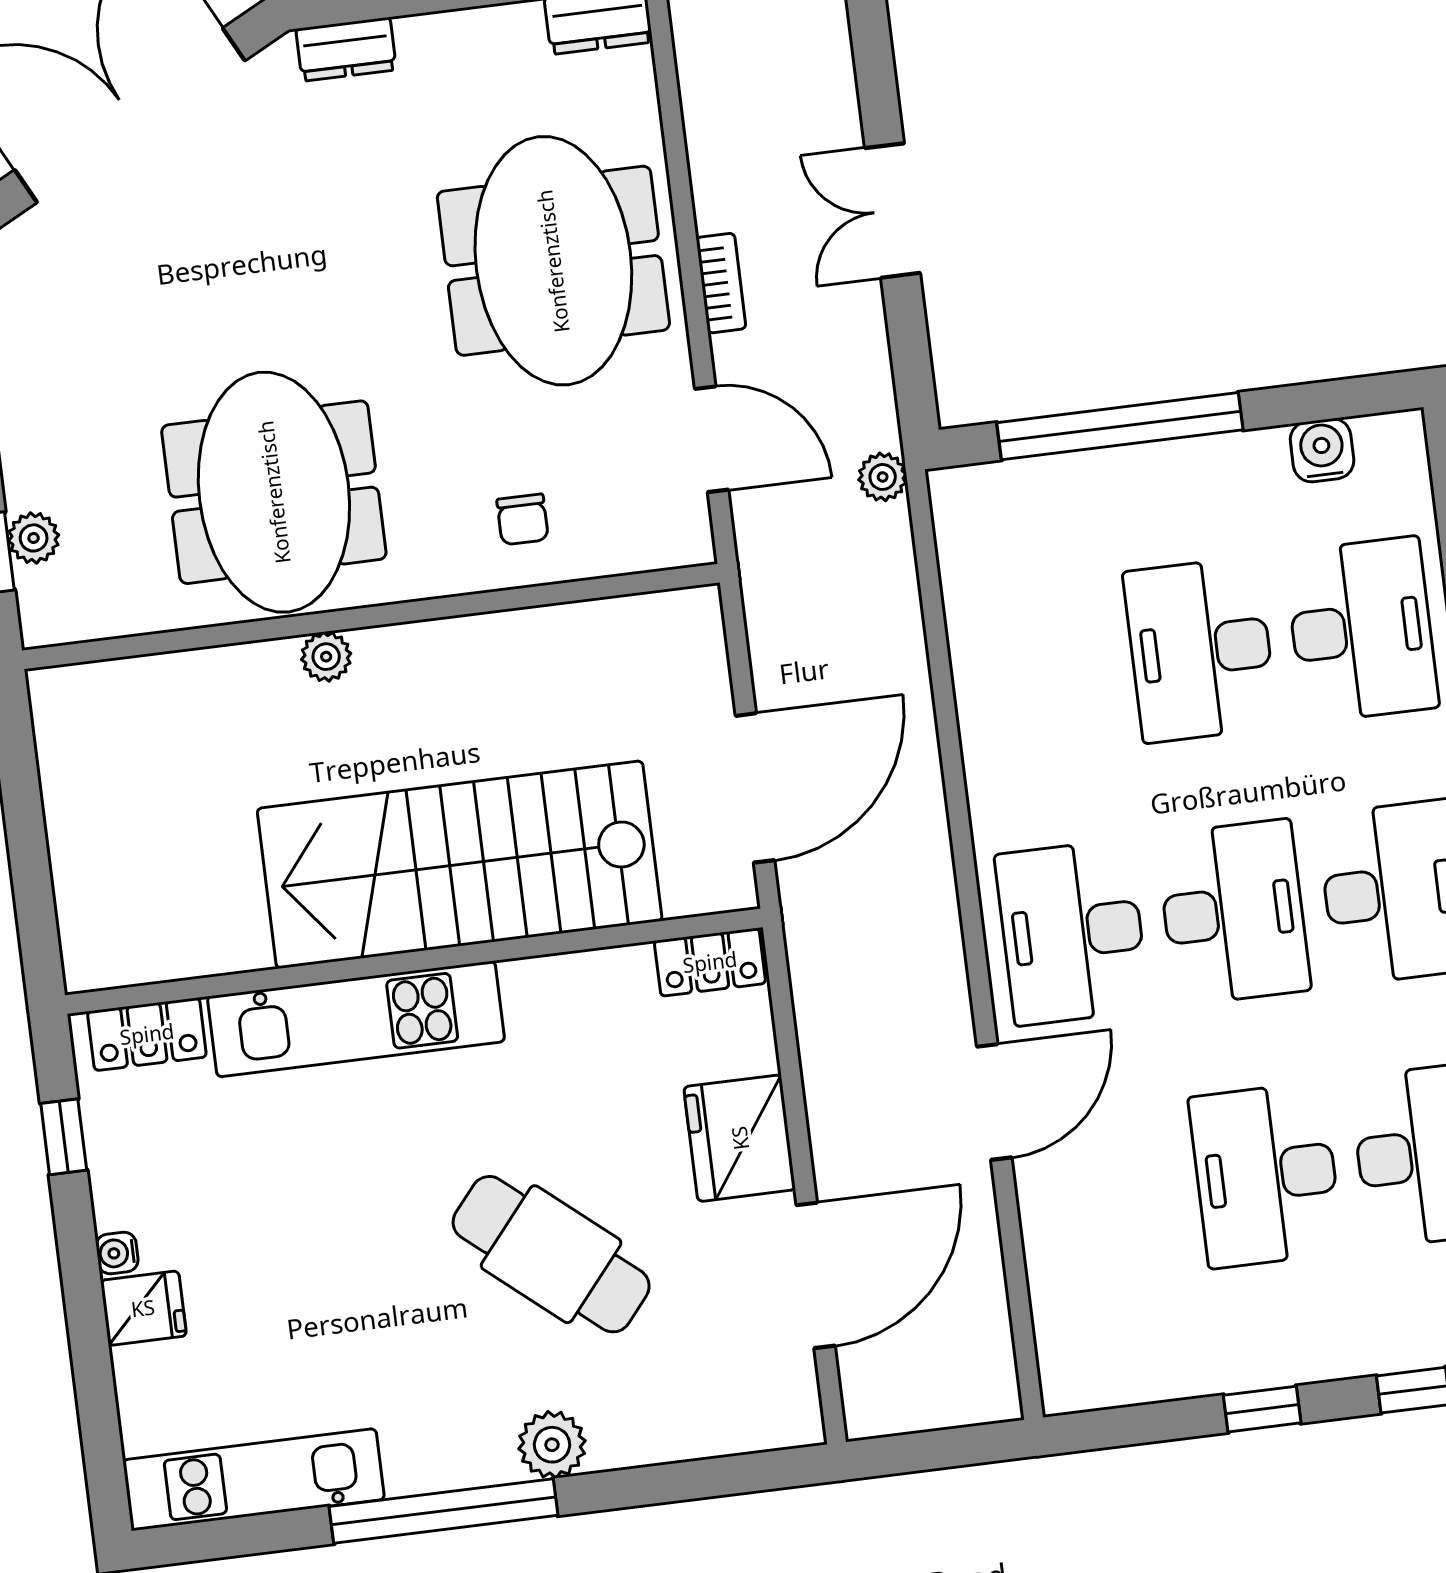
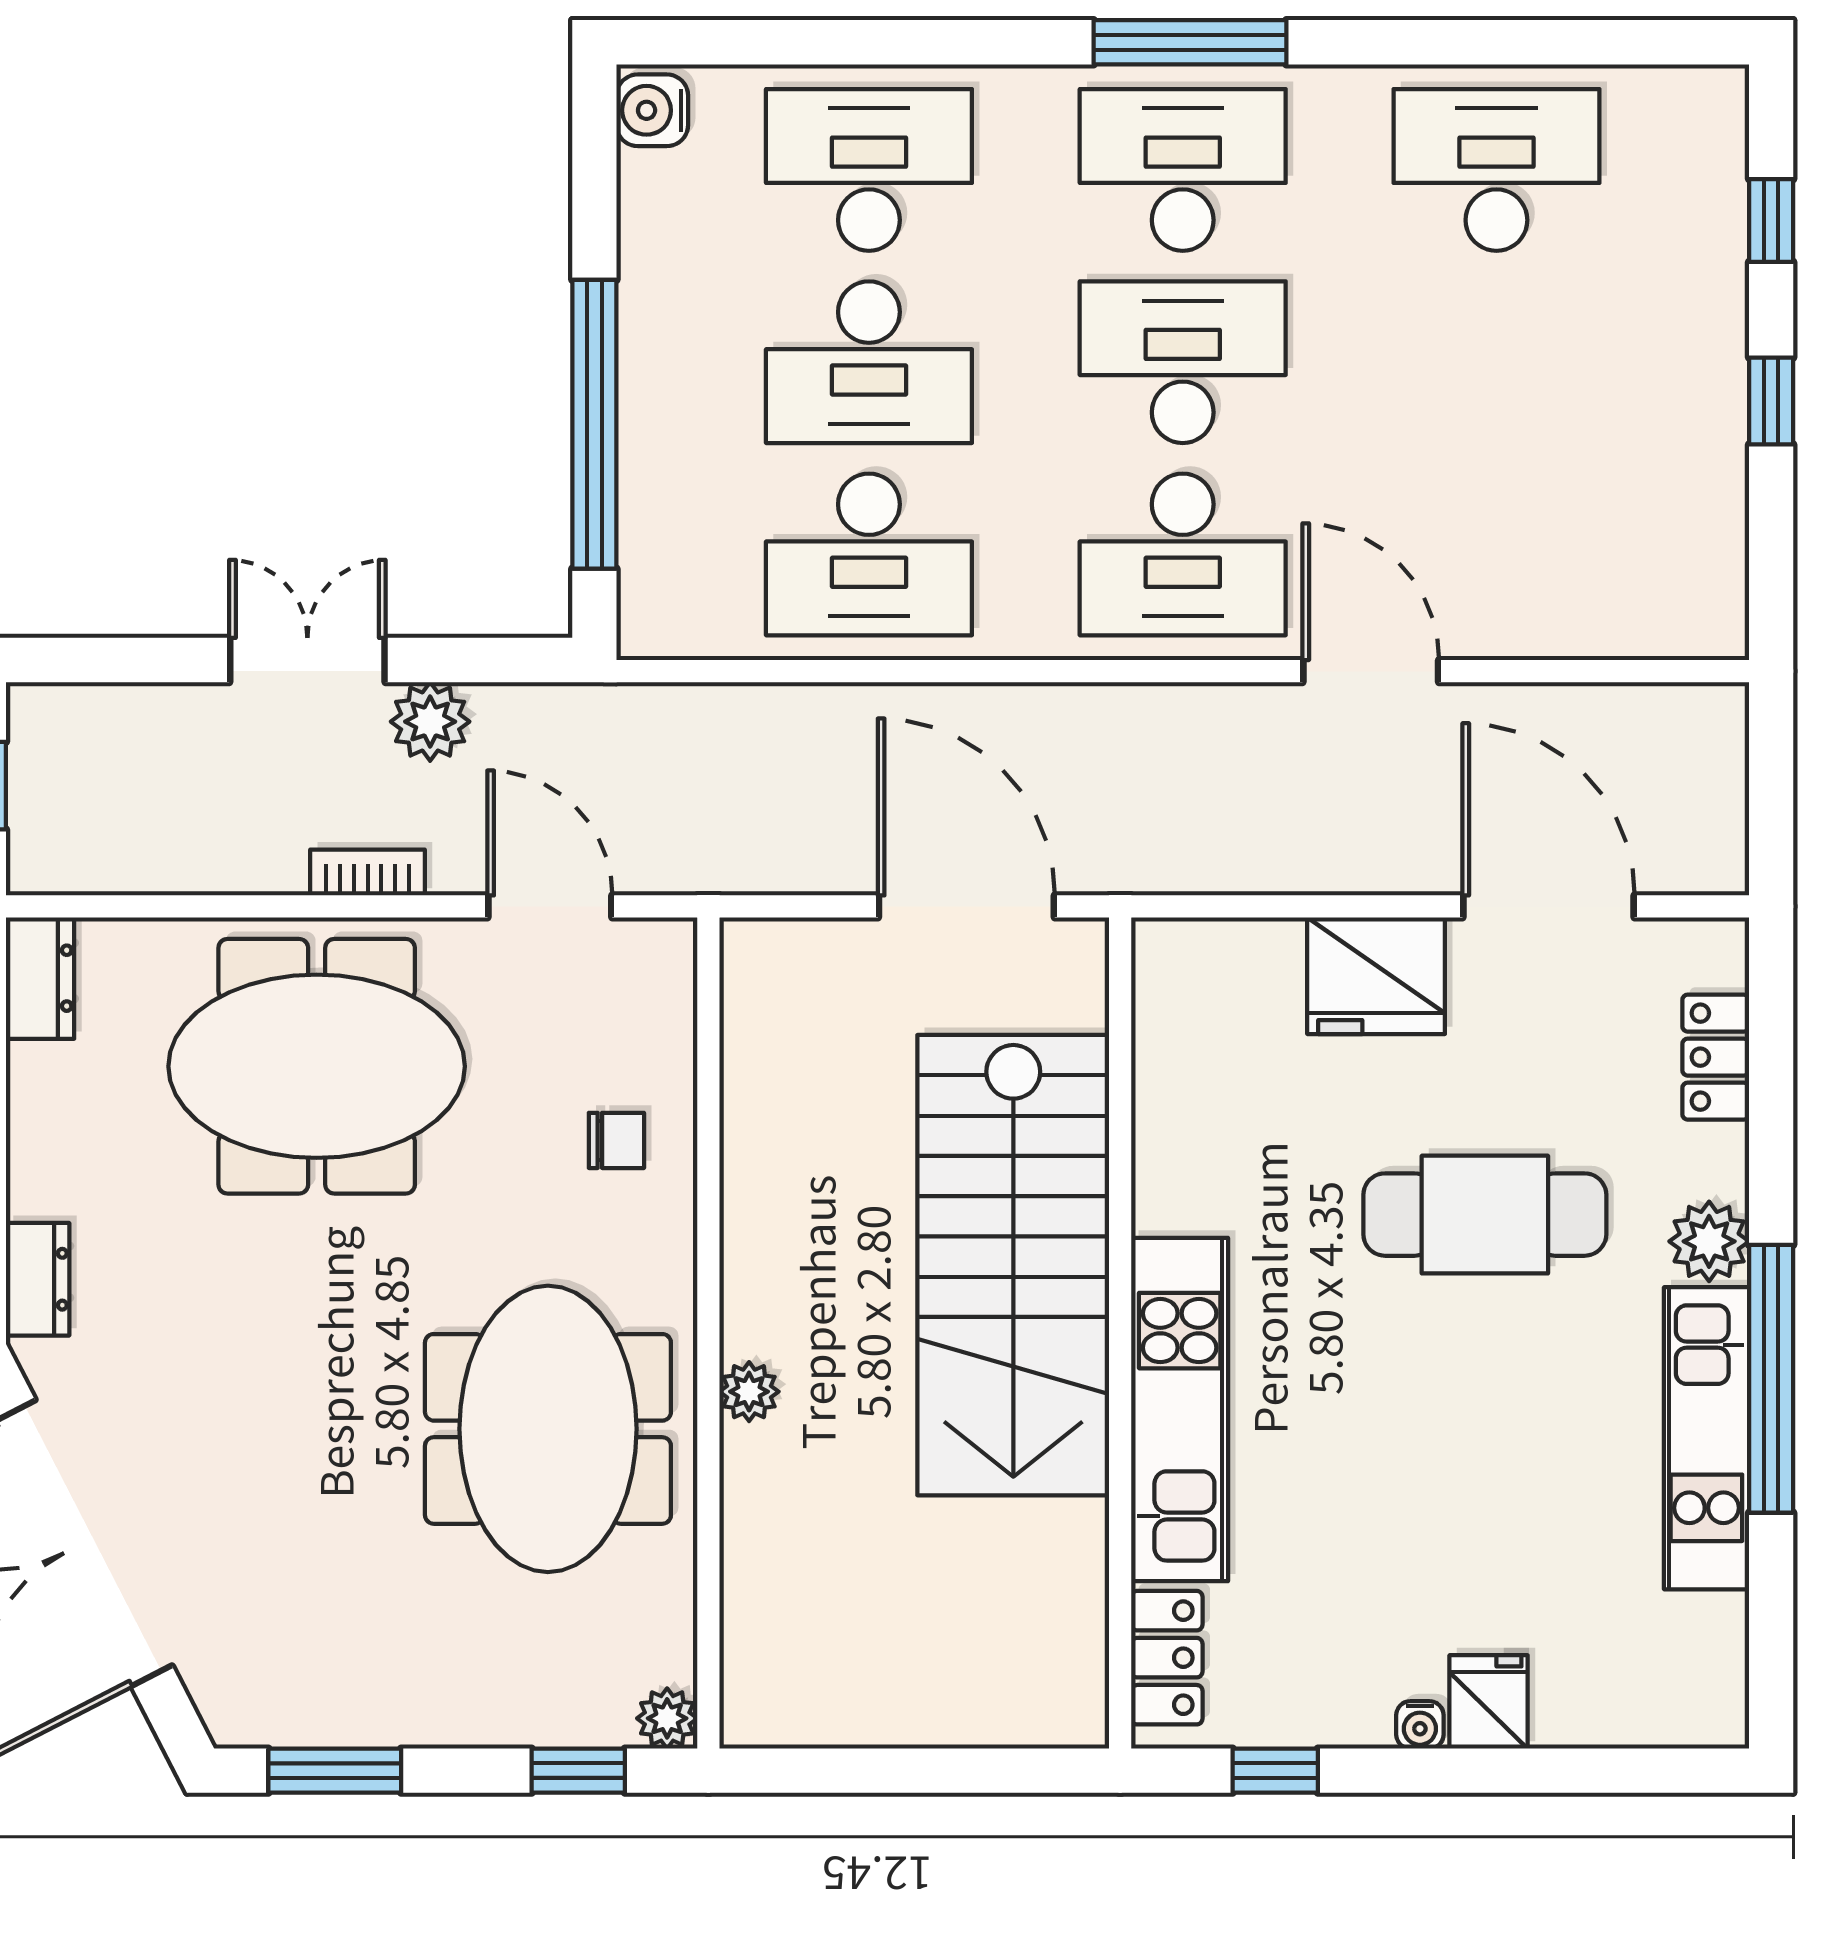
double door: (893, 211) -> (307, 660), swing flipped
door: (712, 439) -> (550, 906), hinge flipped
water cooler: (1322, 450) -> (652, 110), moved
plant: (883, 477) -> (430, 722), moved, width x1.38, depth x1.38
meeting table: (274, 492) -> (548, 1429), turned 90
plant: (34, 538) -> (667, 1718), moved
locker: (710, 962) -> (1716, 1057), moved, turned 180
desk: (1266, 1175) -> (869, 554), moved
cafe table: (551, 1254) -> (1485, 1215), turned 50
kitchen unit: (254, 1480) -> (1706, 1438), moved

